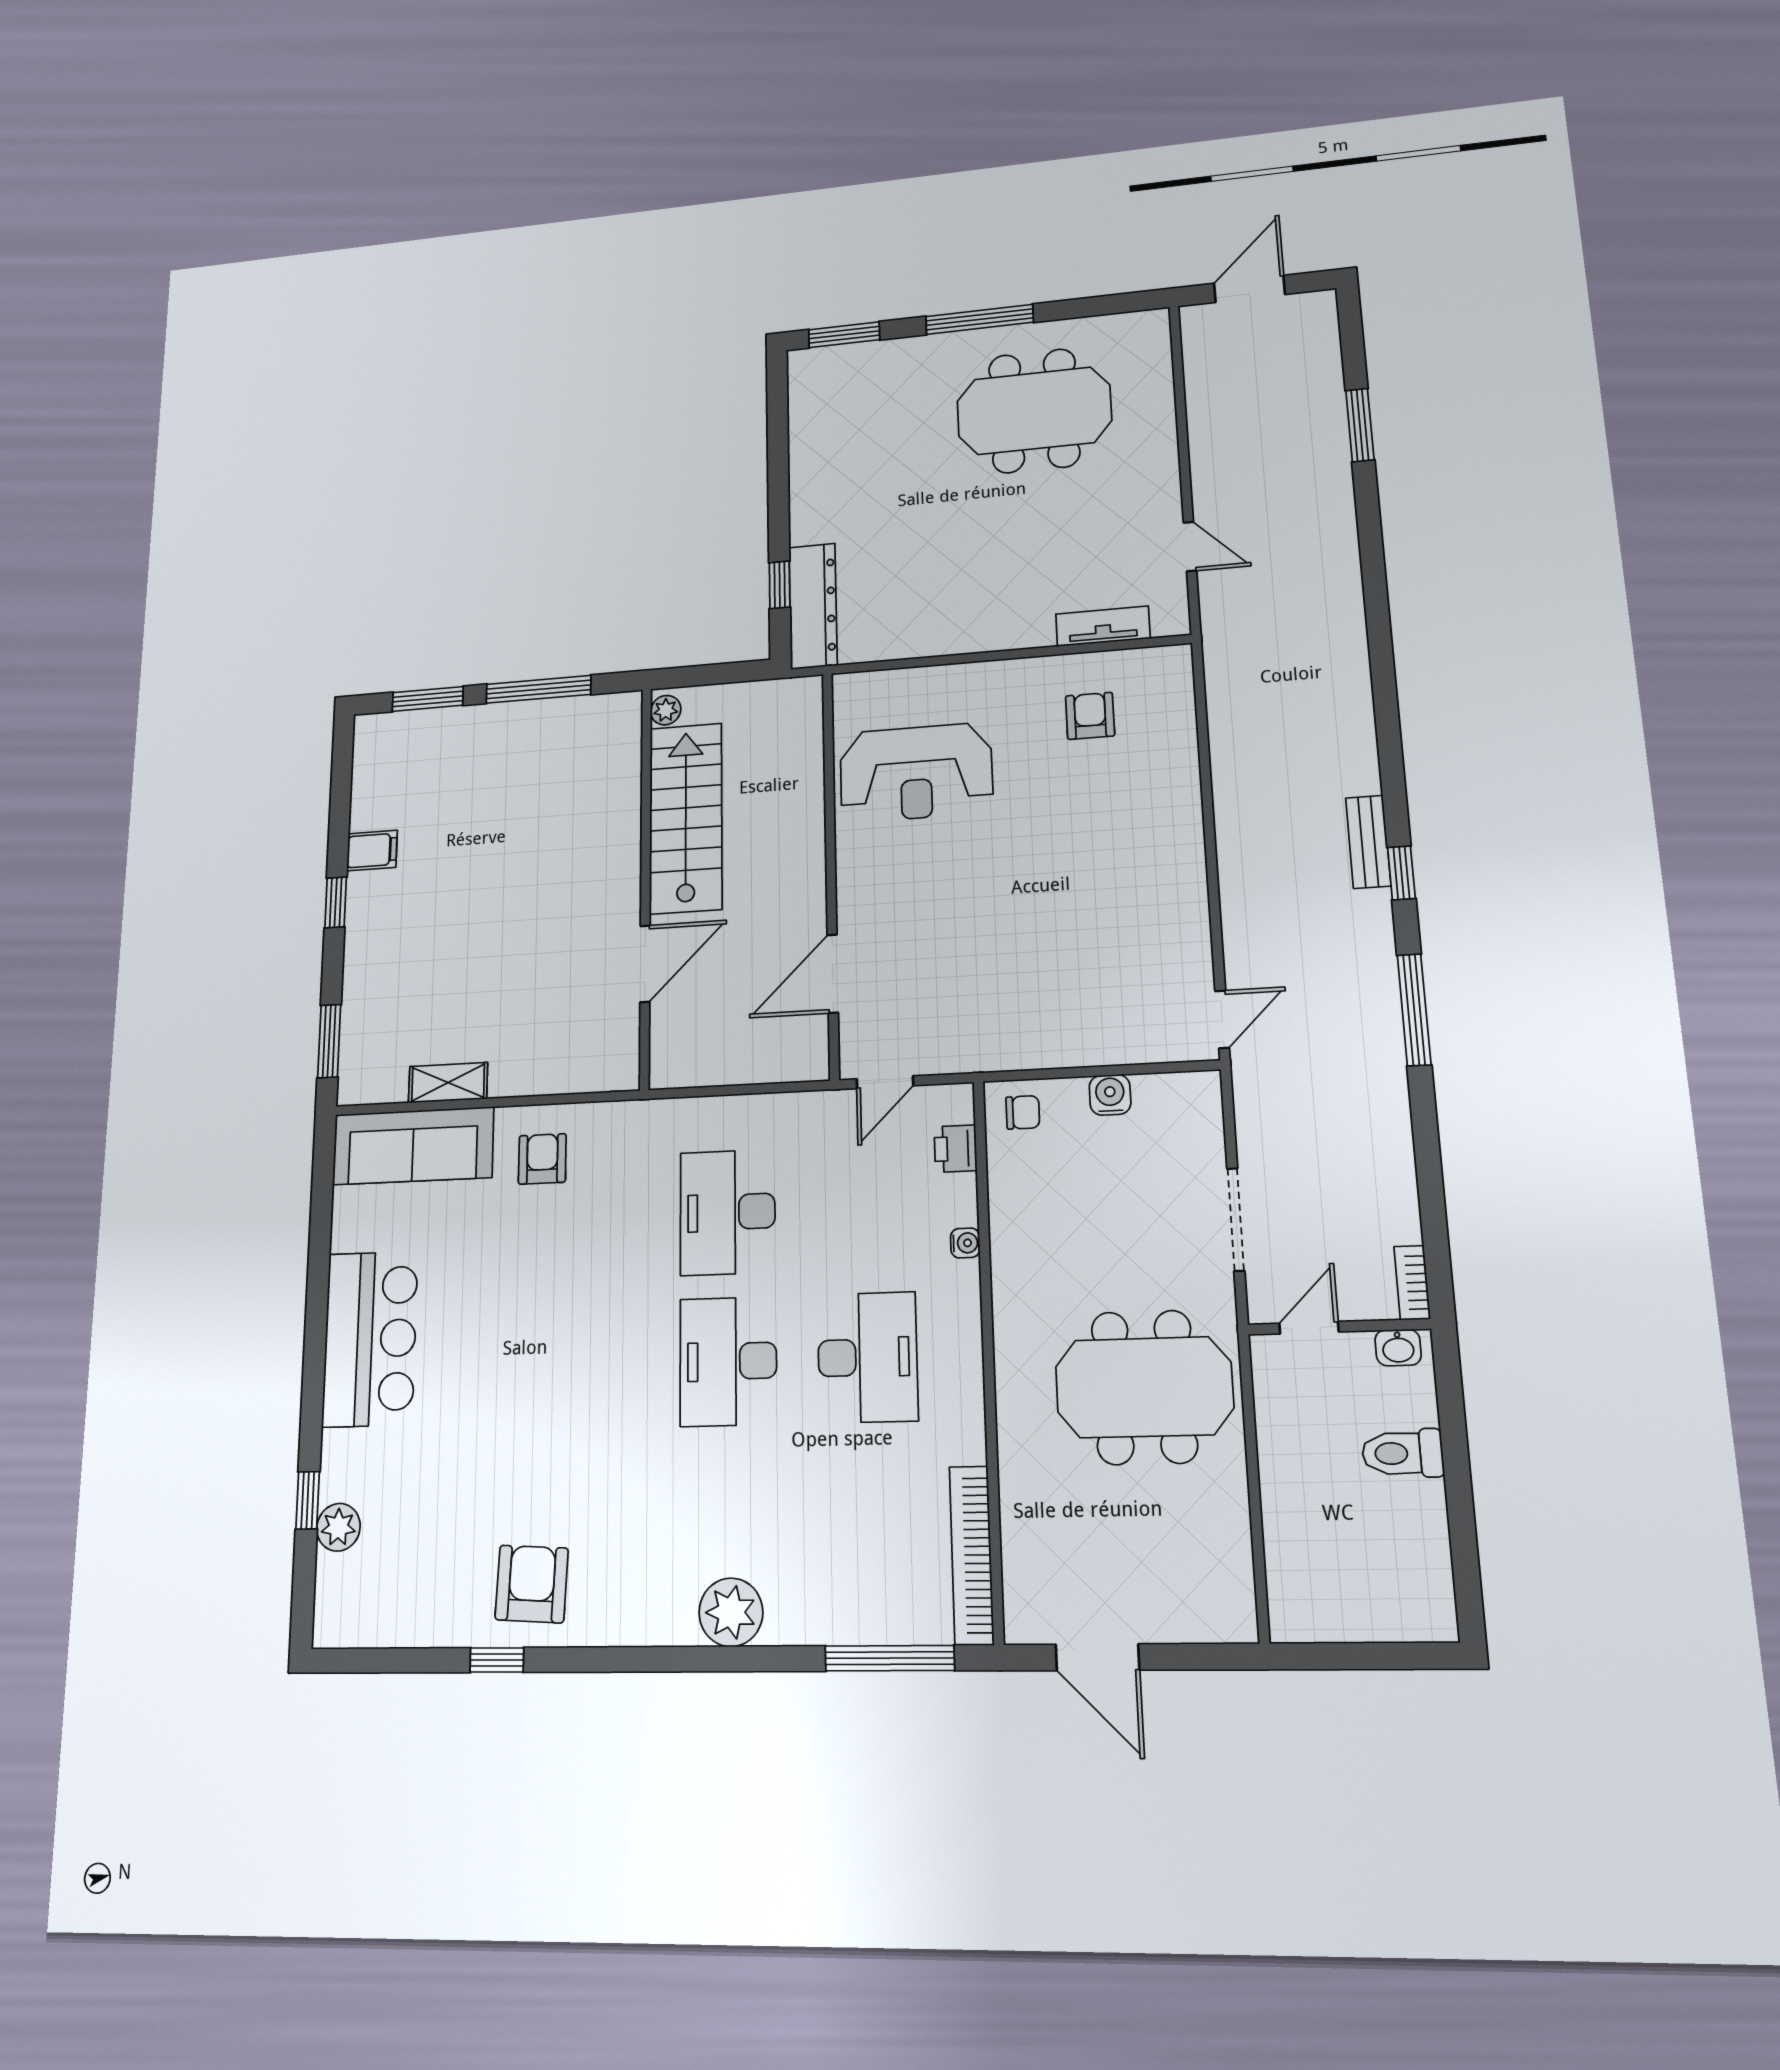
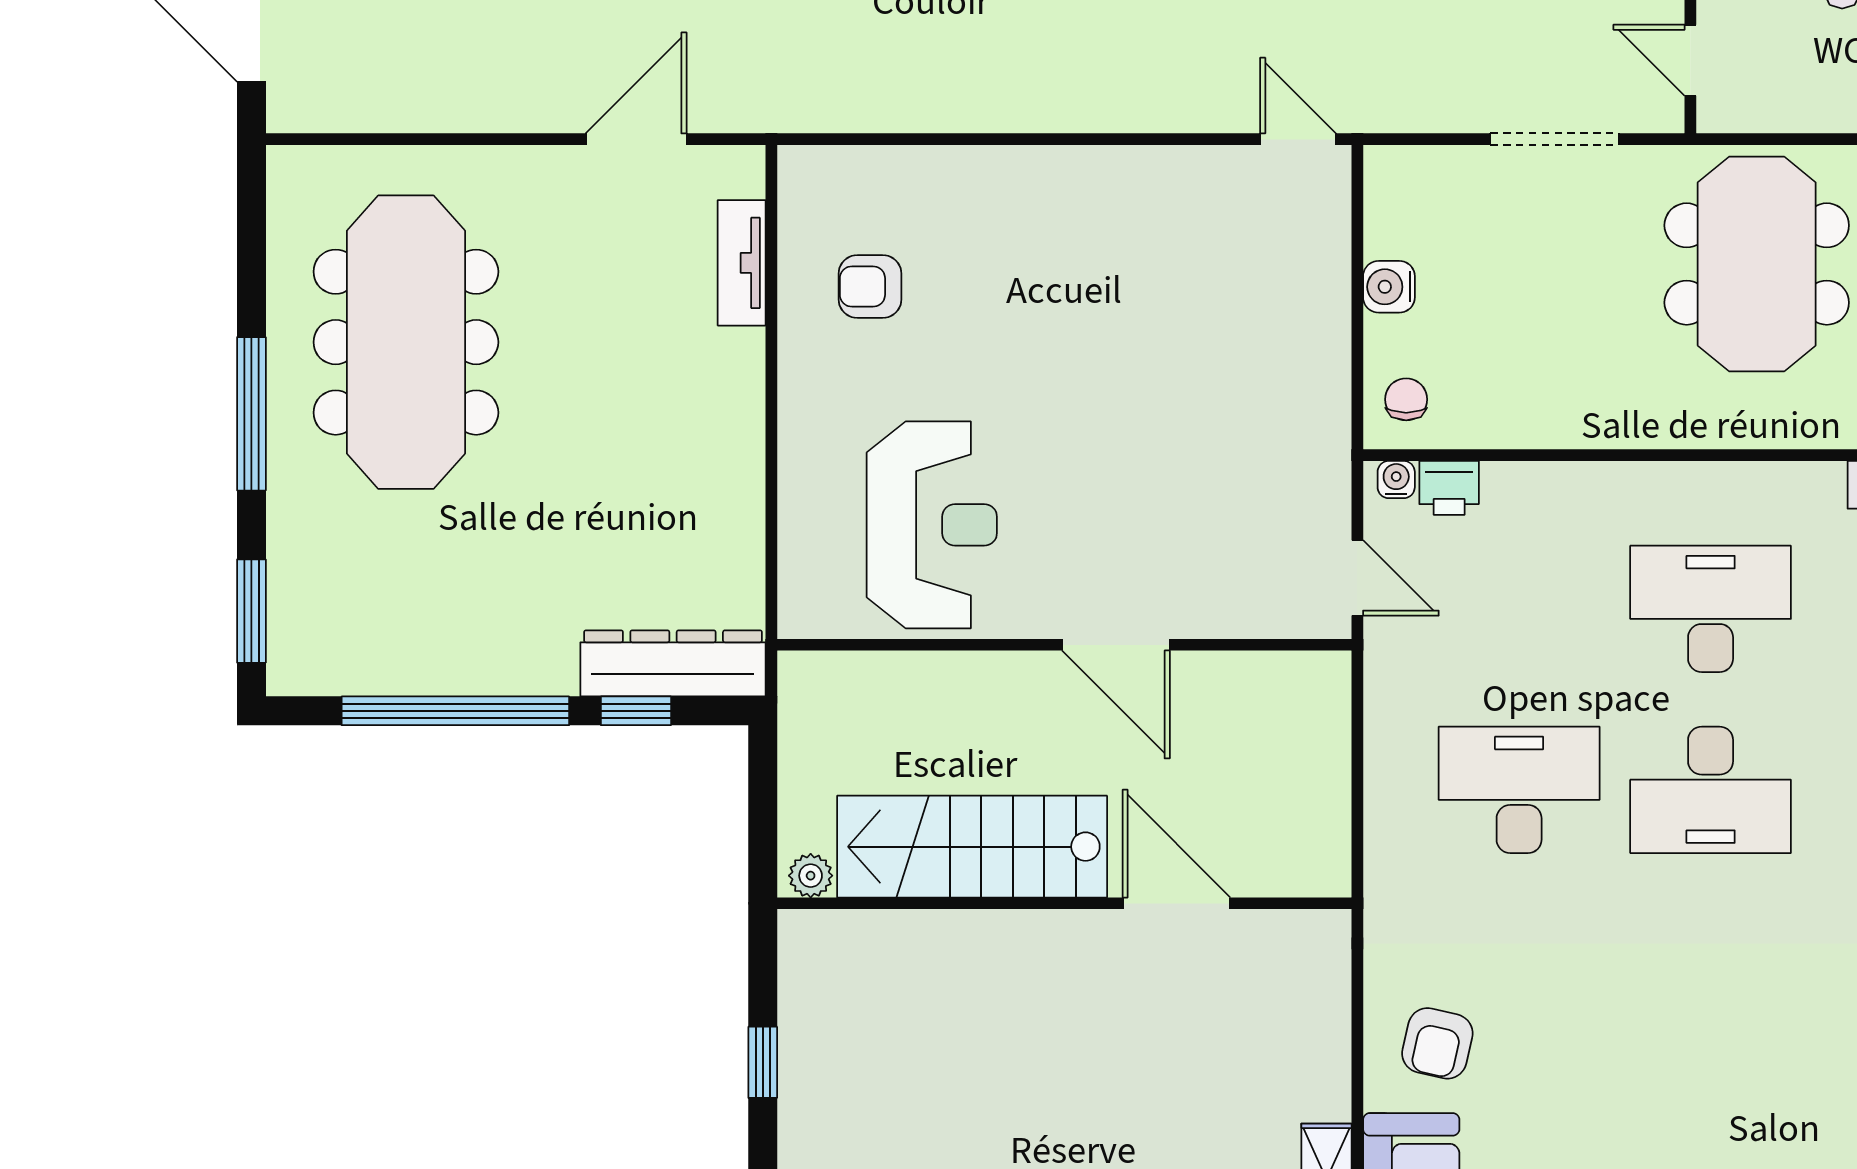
meeting table: (1034, 411) -> (406, 342), width x1.36
window: (778, 469) -> (455, 711), added
door: (1190, 547) -> (636, 139), width x1.38
window: (539, 689) -> (763, 1062), width x0.46
door: (833, 974) -> (1116, 645), moved
armchair: (542, 1159) -> (1437, 1043), turned -77
desk: (728, 1212) -> (1519, 790), turned 180
water cooler: (965, 1243) -> (1396, 480), moved

